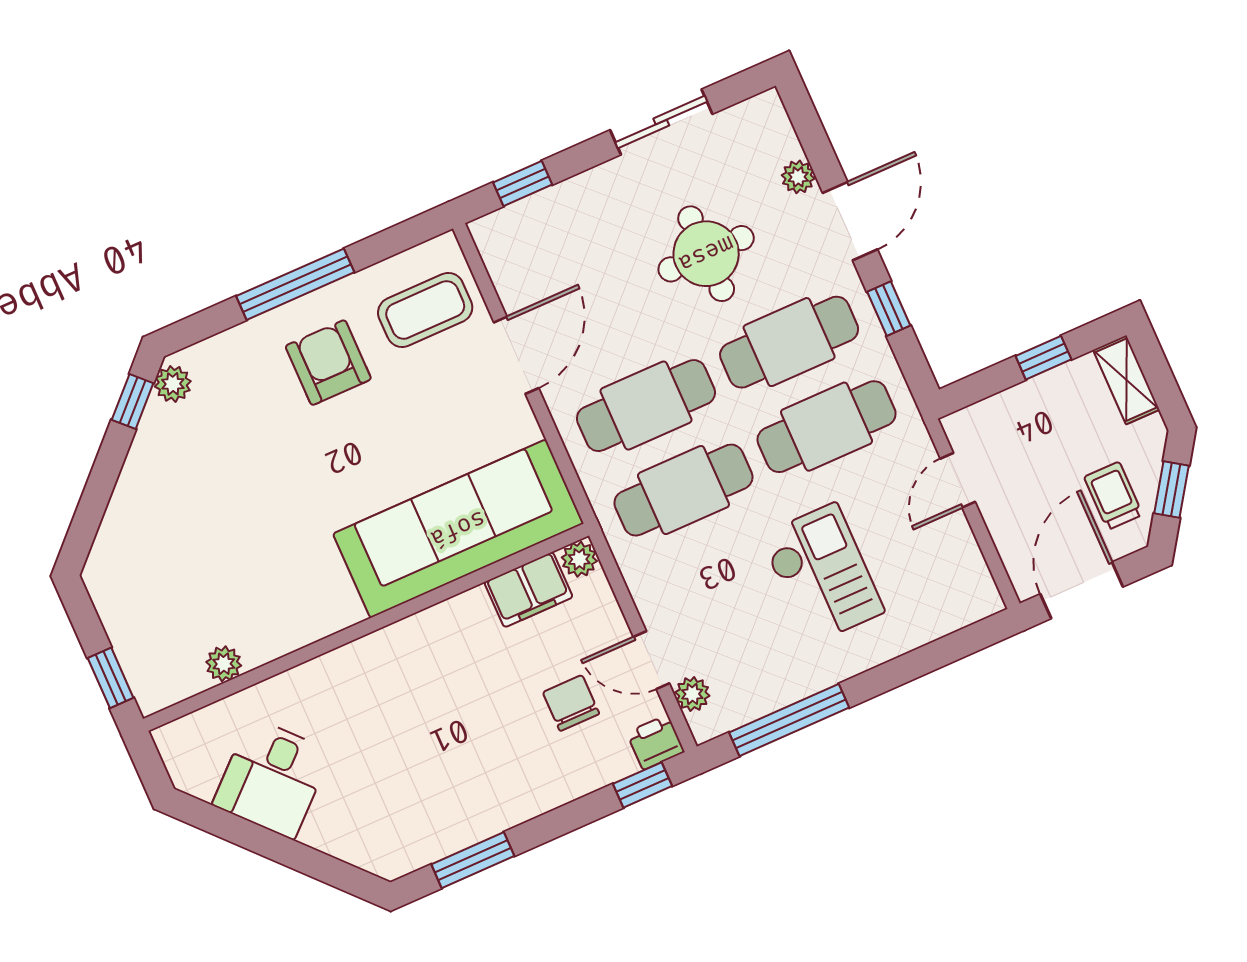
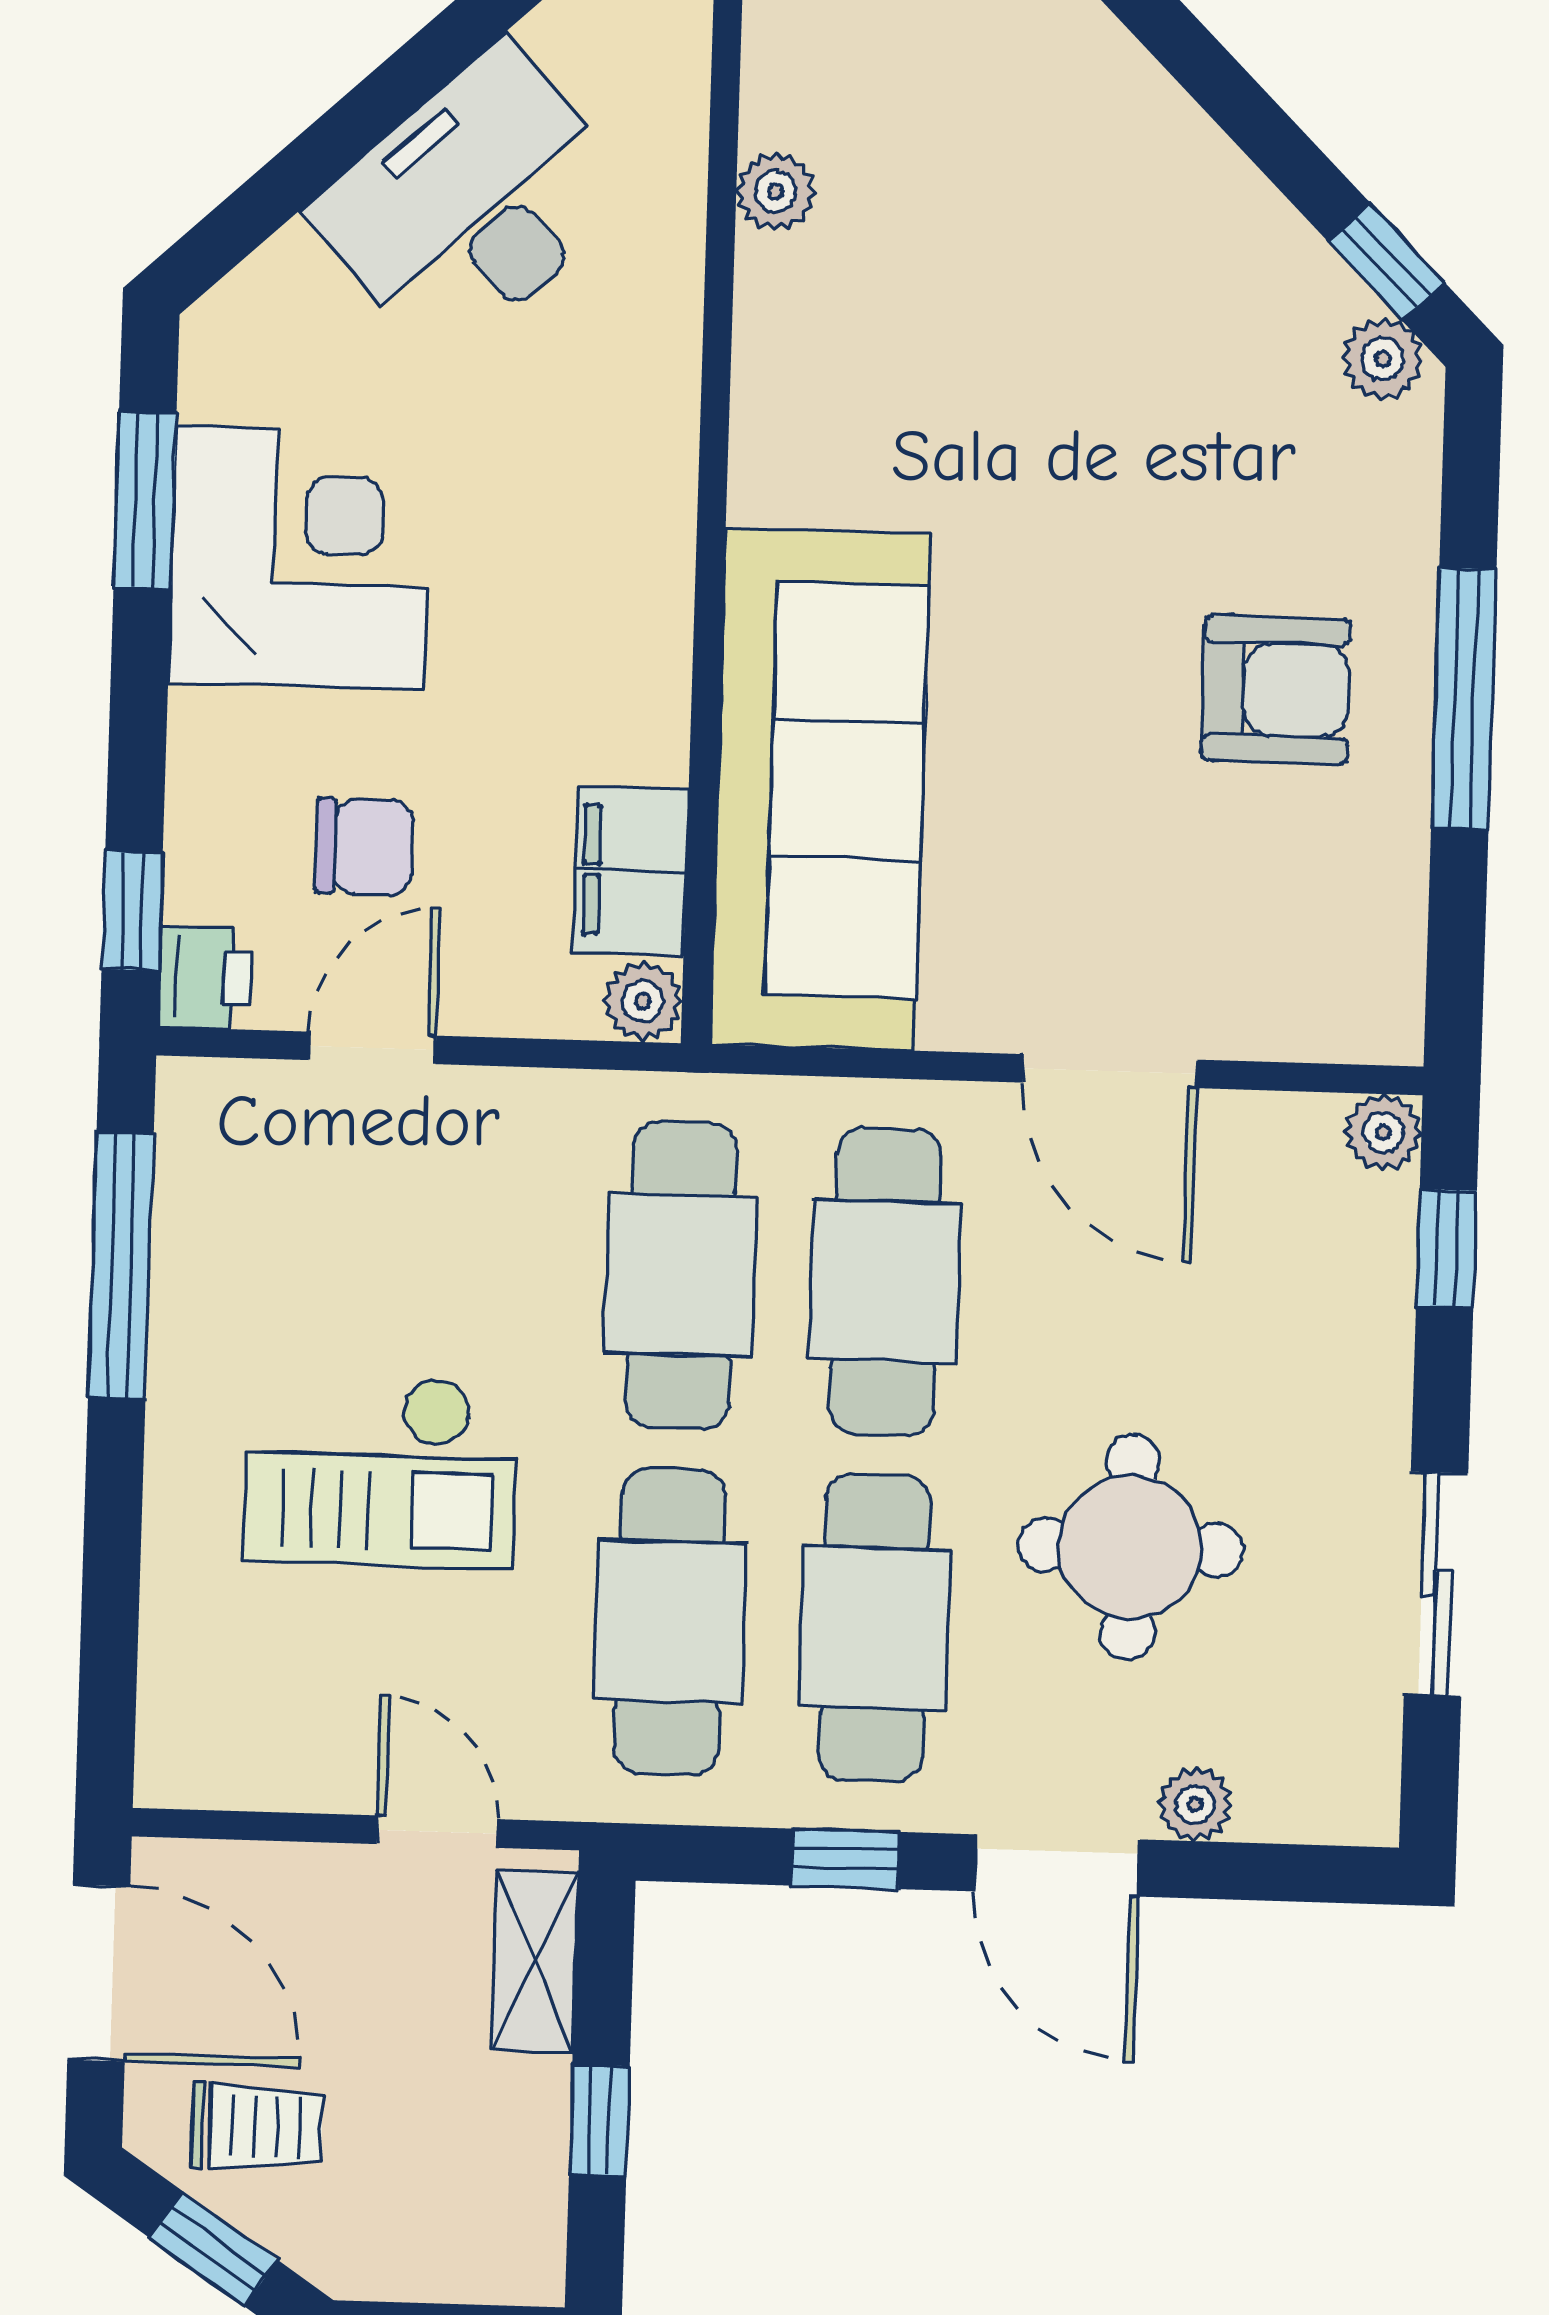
coffee table: (425, 310) -> (1288, 933), removed
shelving: (1126, 380) -> (535, 1961), moved, turned 90
plant: (692, 694) -> (1383, 1132), moved
desk: (272, 778) -> (473, 203), width x1.37
corner desk: (466, 786) -> (300, 558), added

